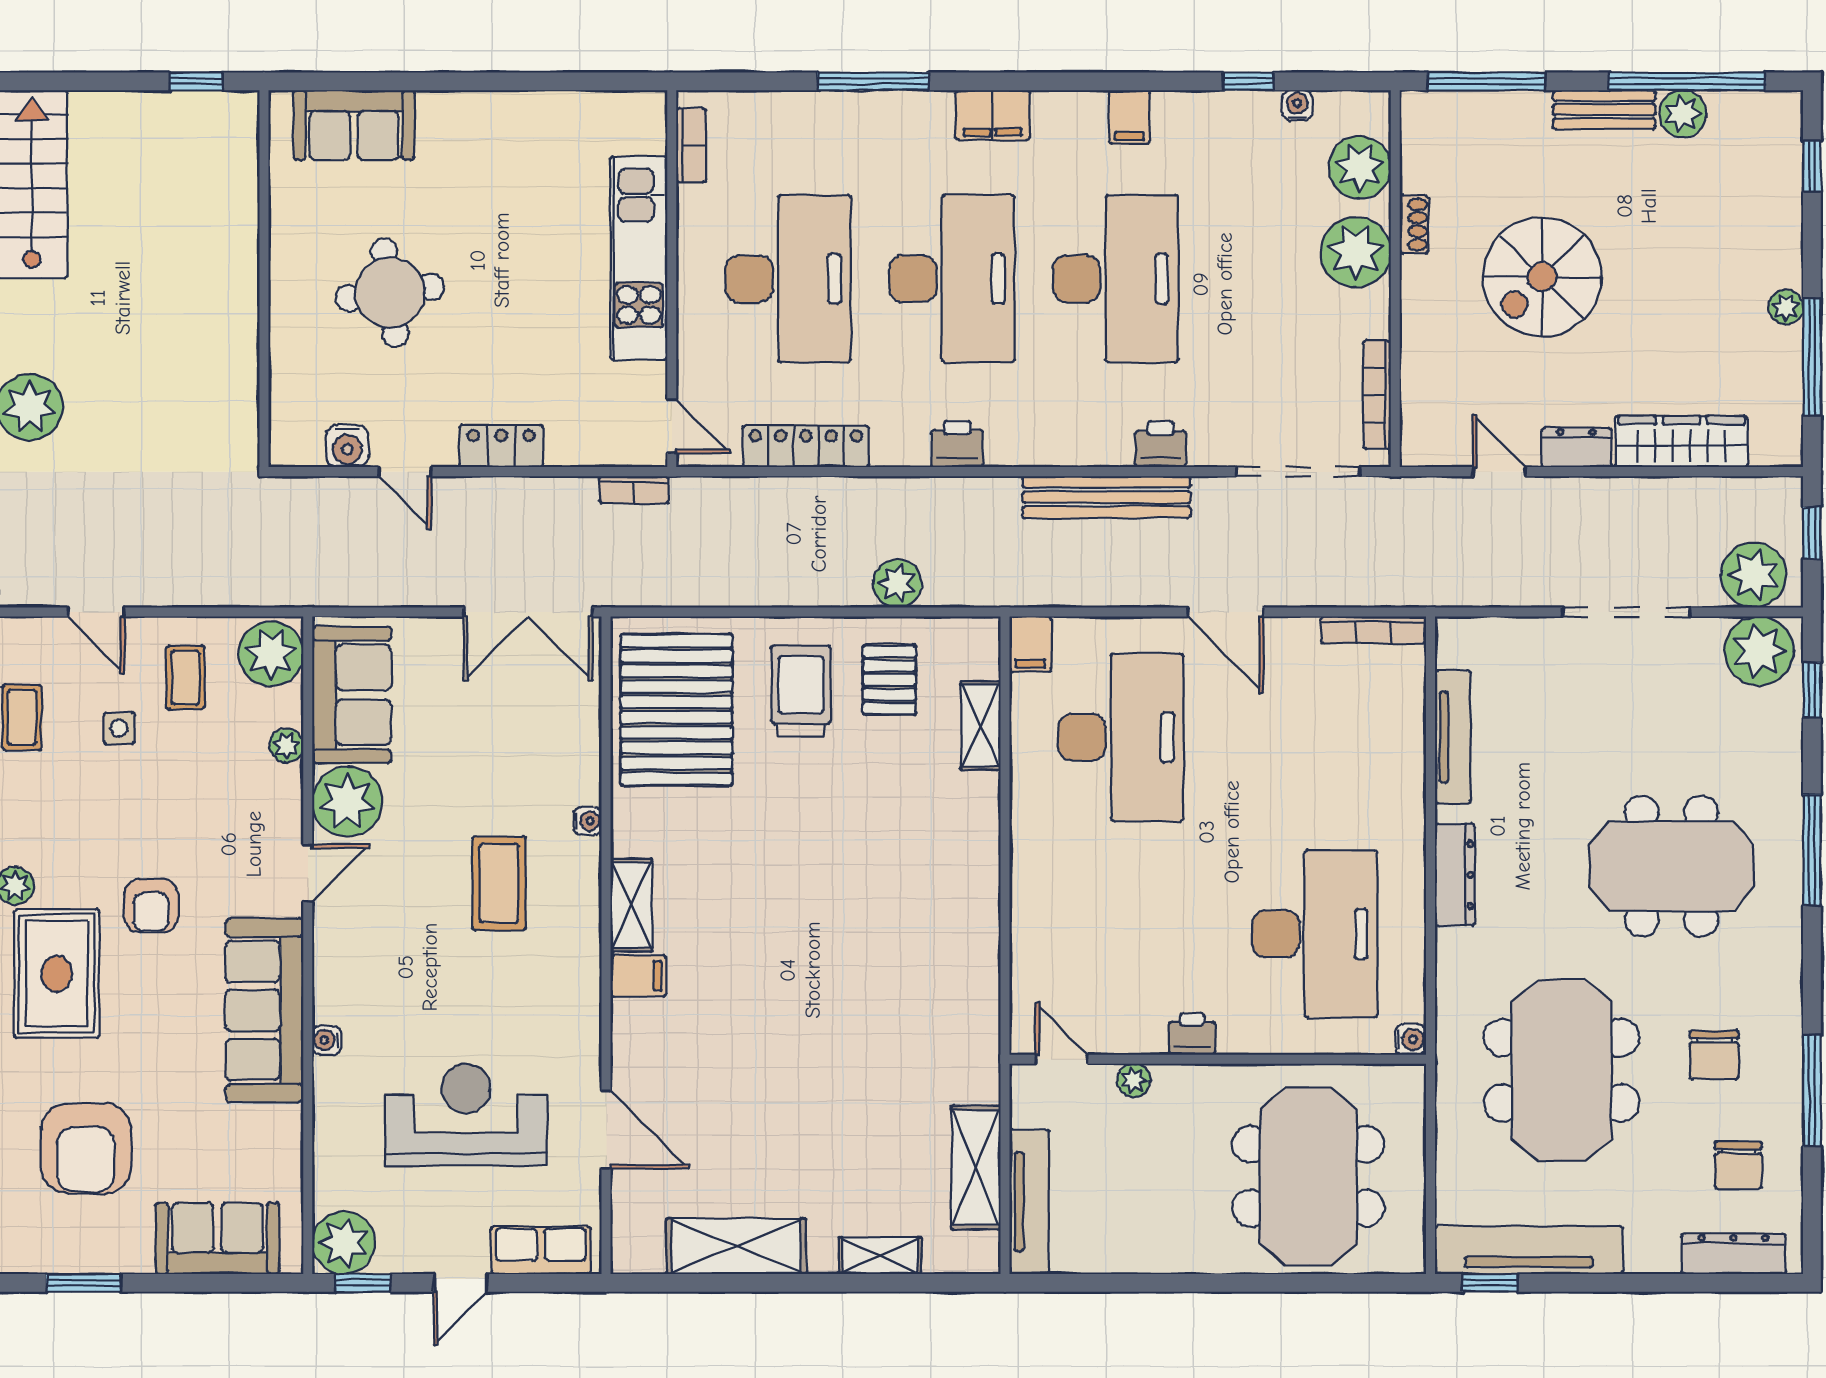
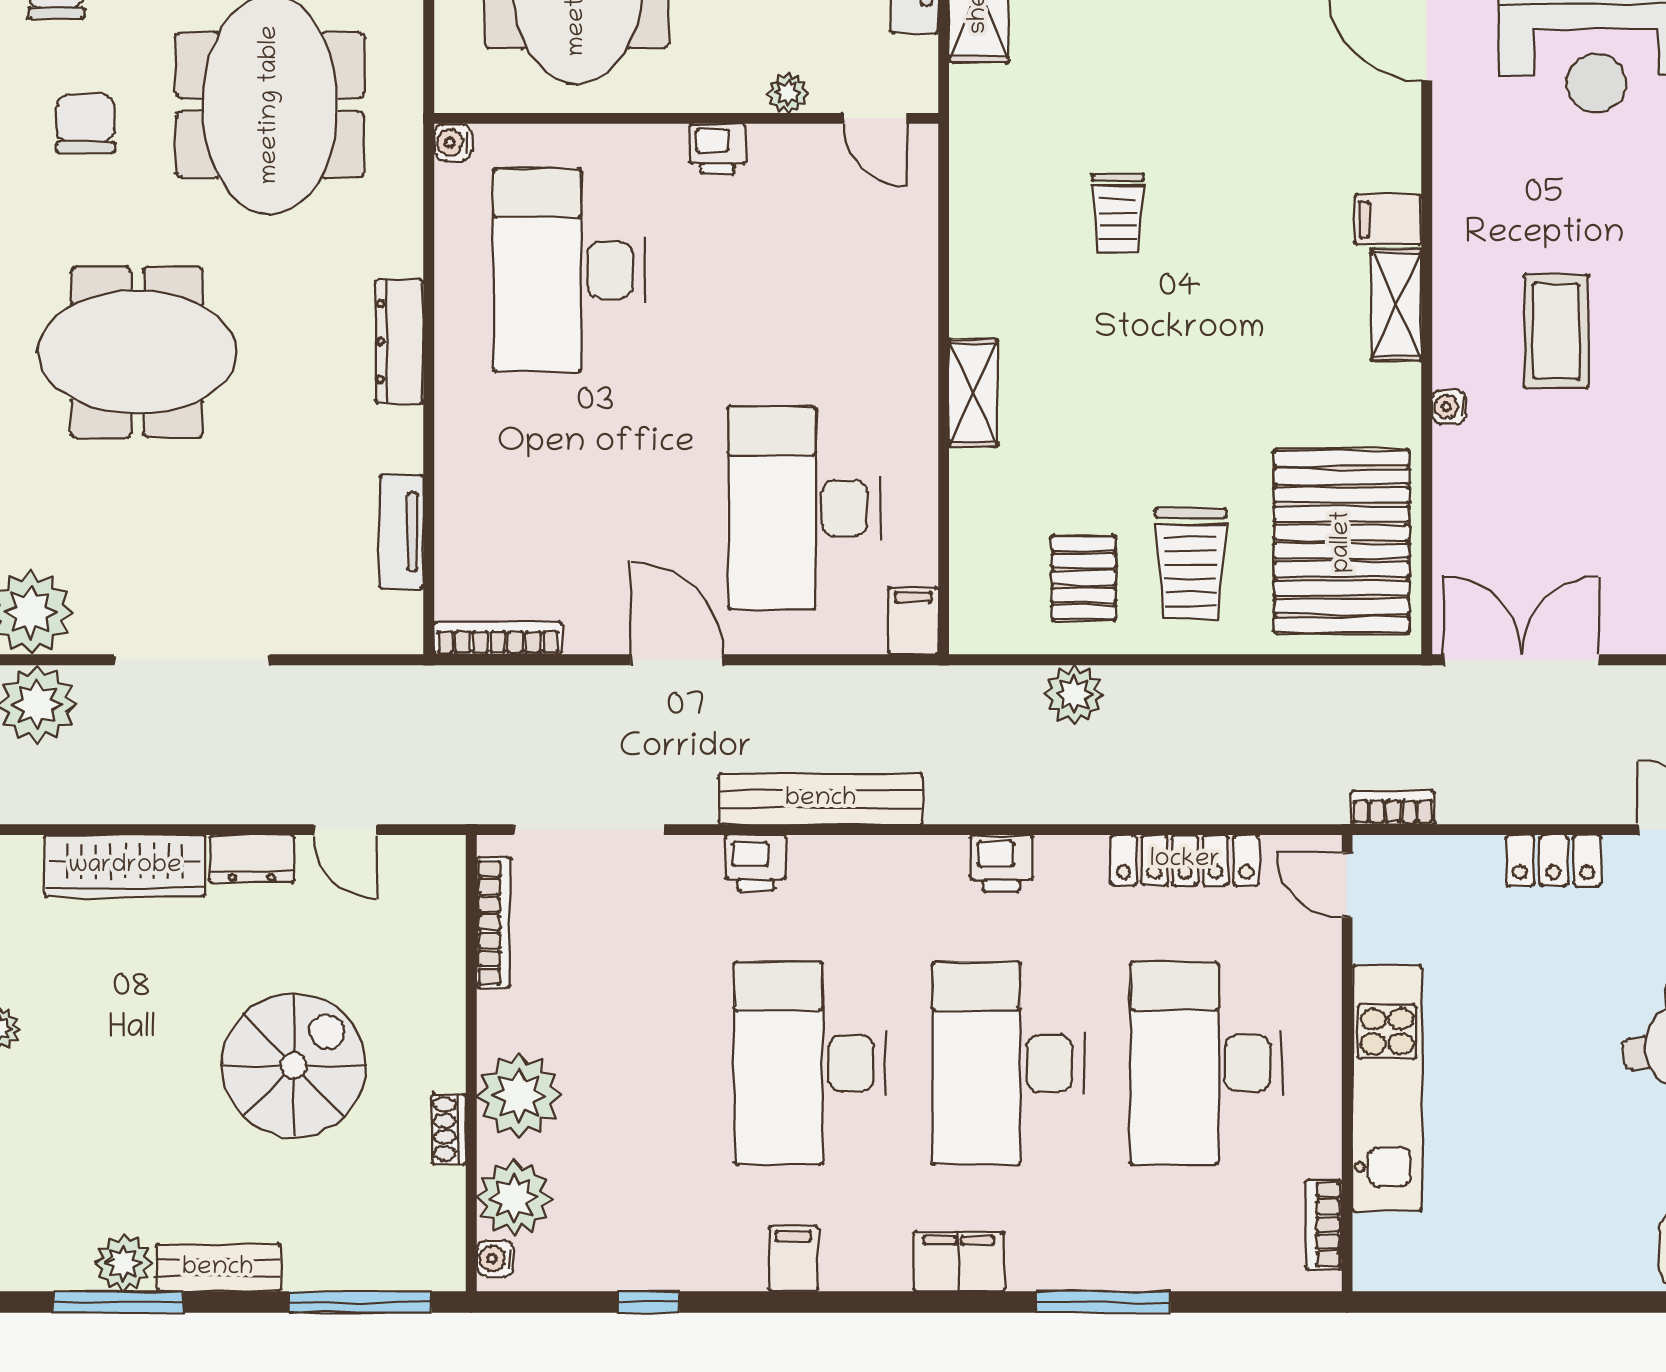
window: (1687, 81) -> (118, 1302), width x0.68
water cooler: (1297, 105) -> (495, 1258), moved, turned 90
shelving: (981, 726) -> (973, 393), moved
tv unit: (1453, 737) -> (402, 532), width x0.71
trolley: (861, 981) -> (1118, 214), added

